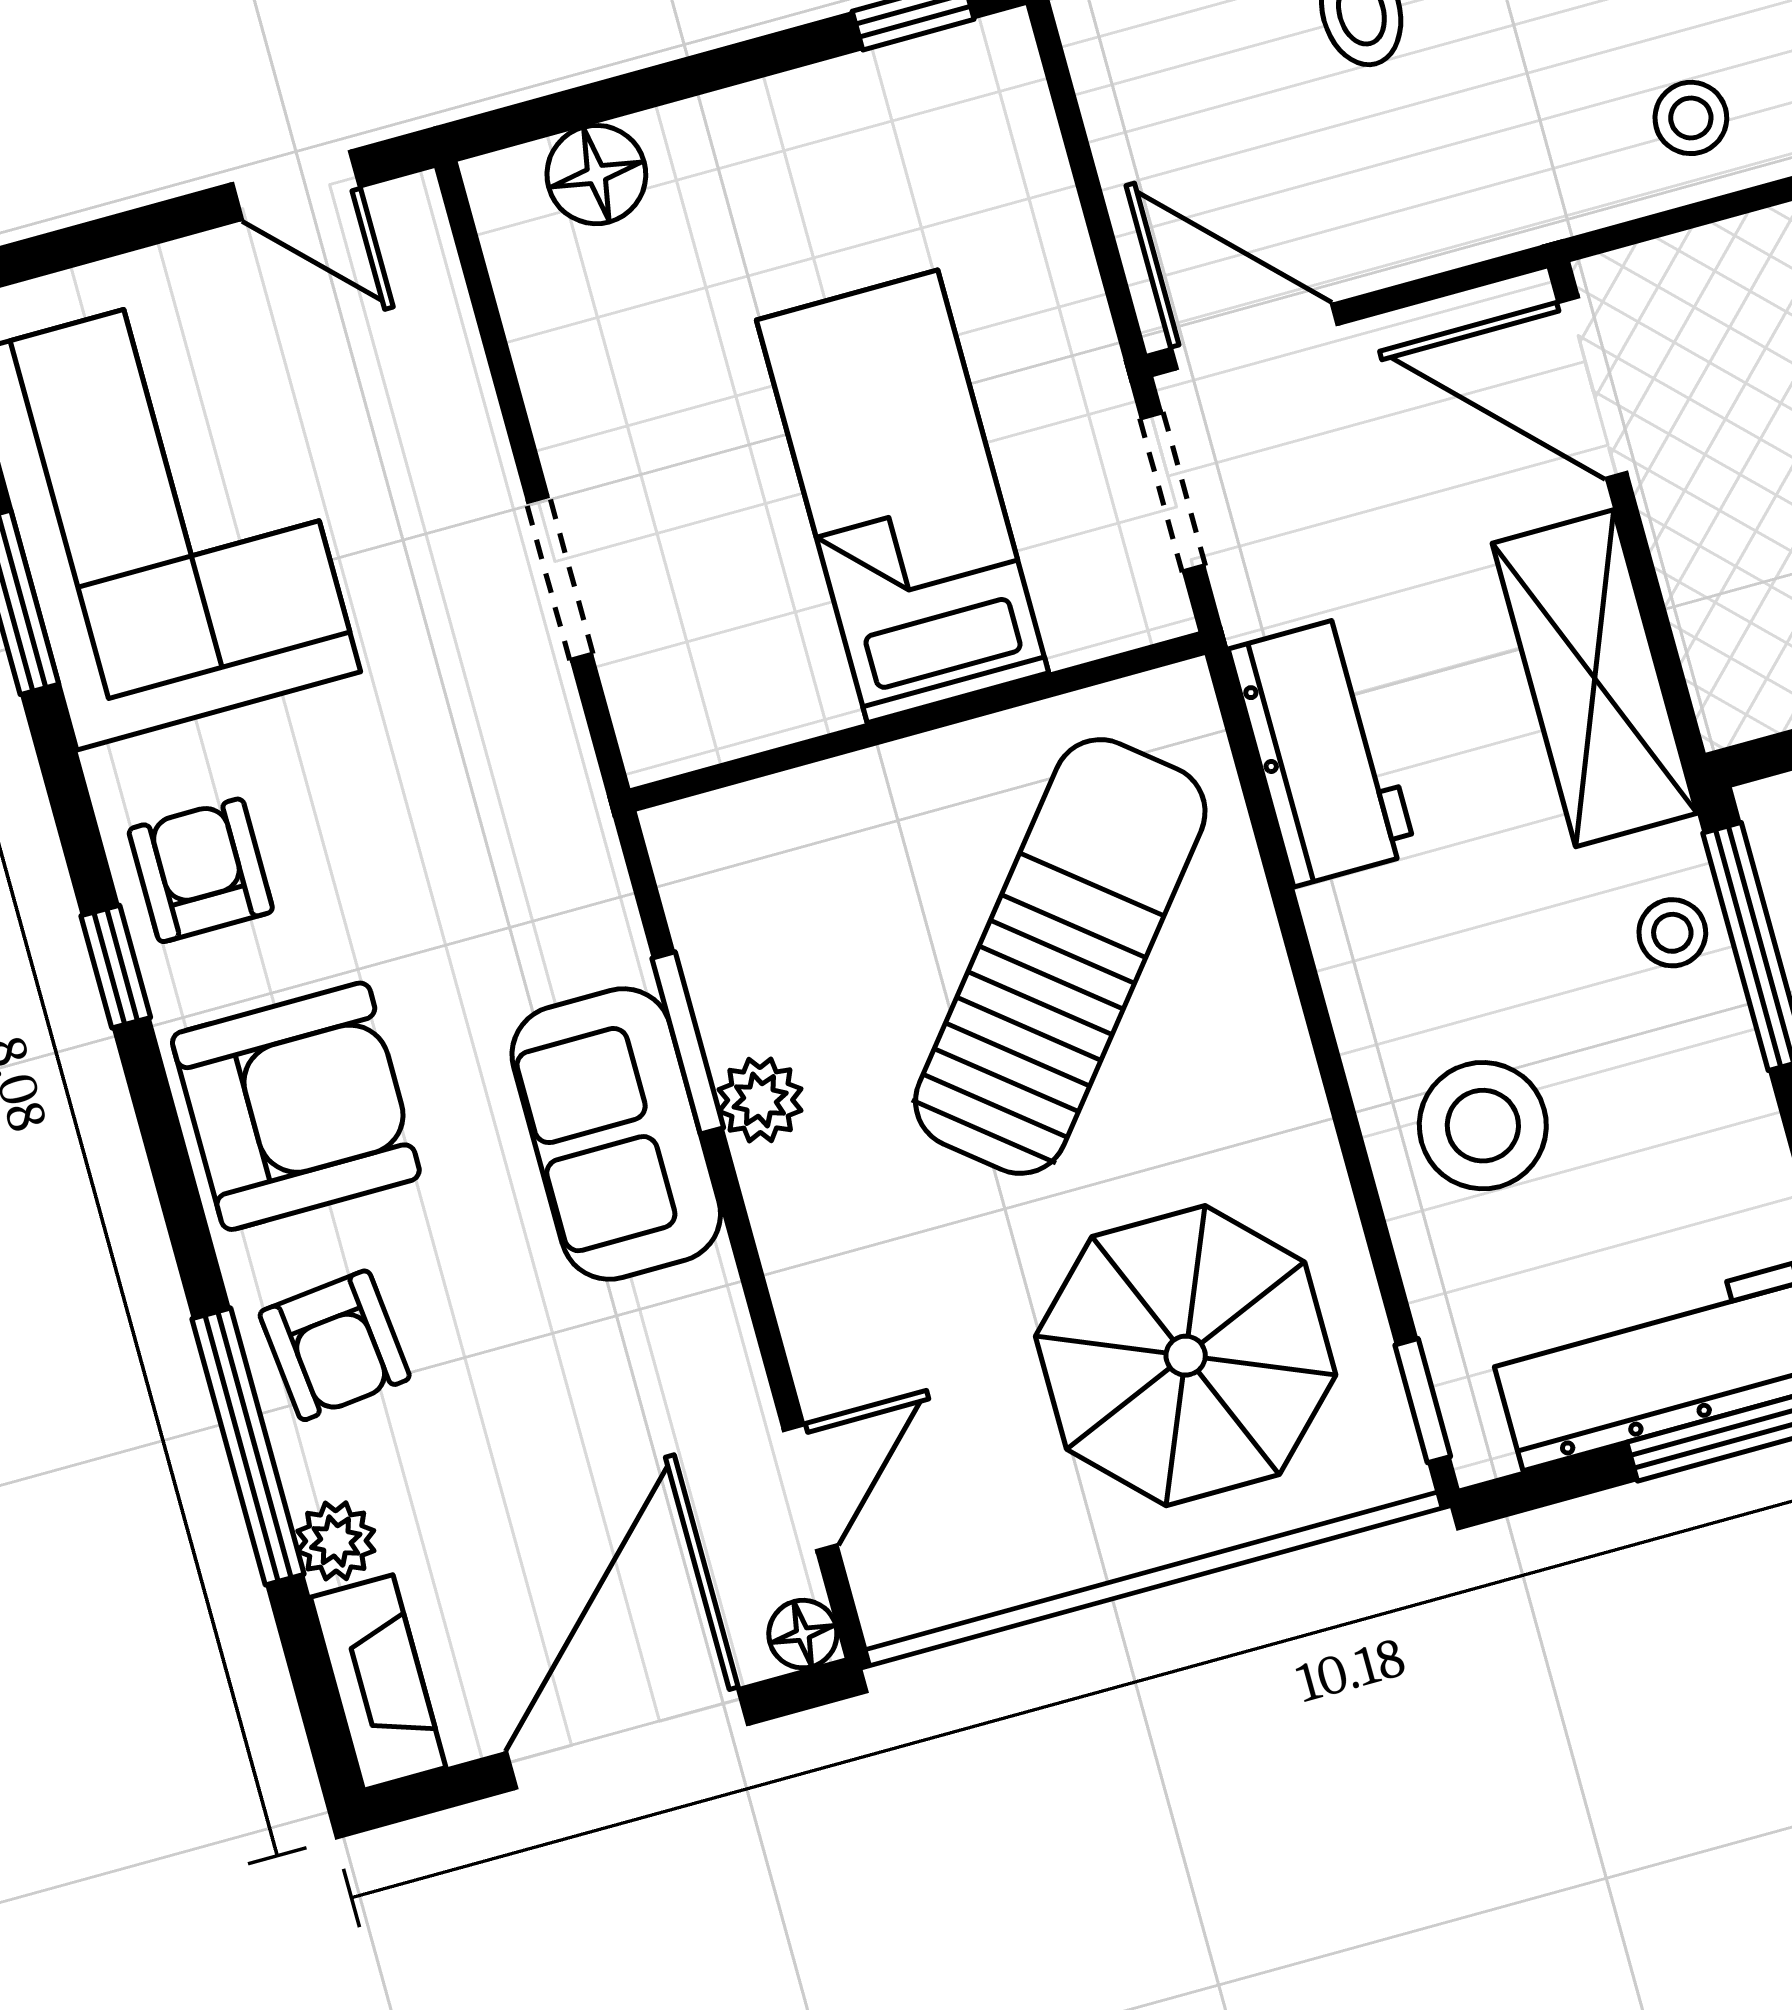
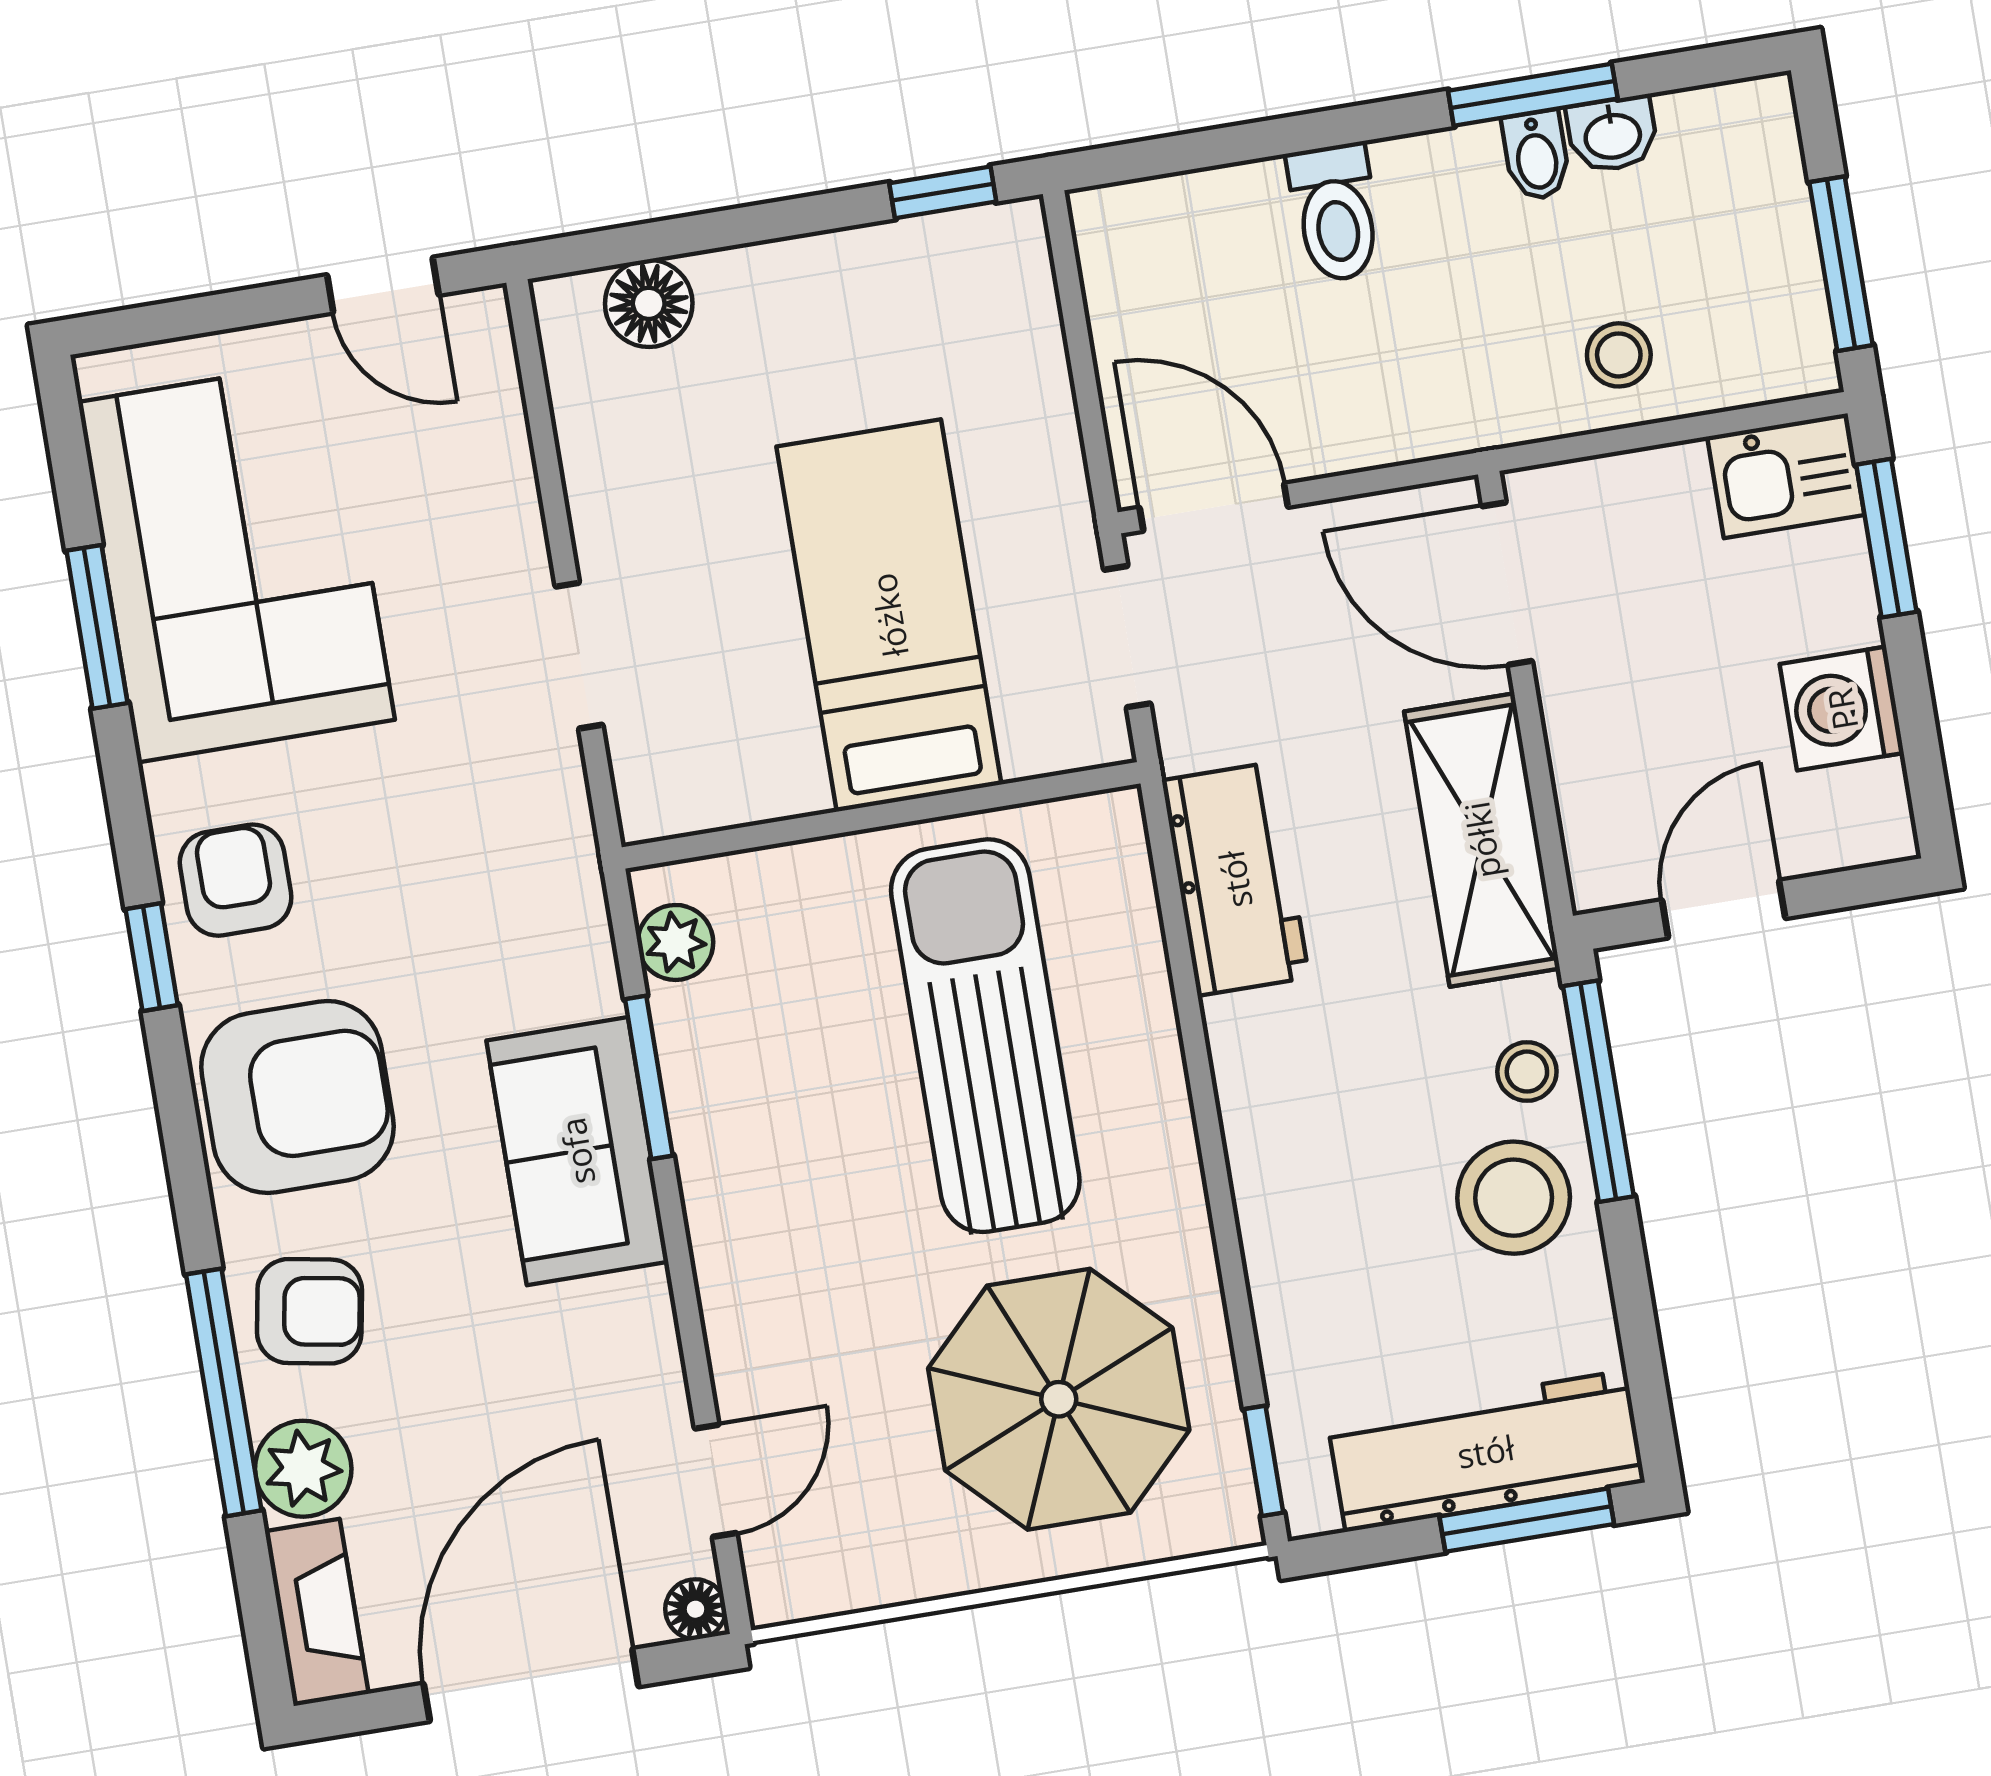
sun lounger: (1060, 956) -> (985, 1036), turned -39
plant: (760, 1100) -> (675, 942), moved
stool: (1483, 1126) -> (1514, 1198), moved
armchair: (335, 1345) -> (309, 1311), turned -74
plant: (336, 1541) -> (303, 1469), width x1.38, depth x1.38

